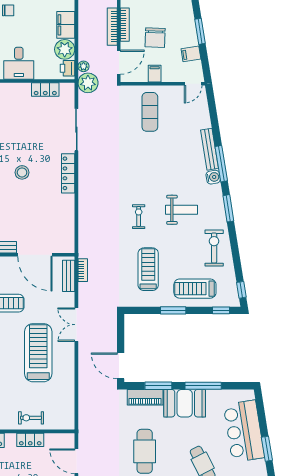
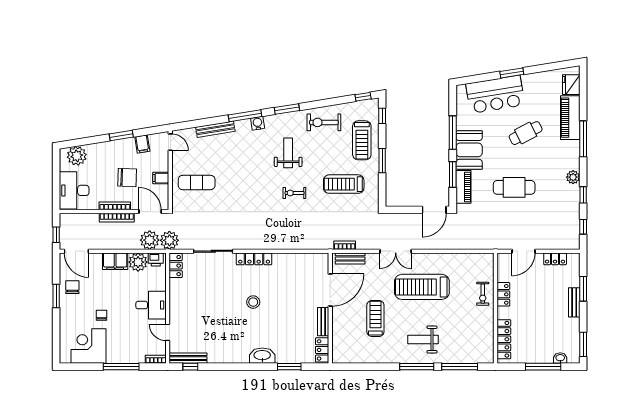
plant: (83, 66) -> (150, 240), width x1.87, depth x1.87
locker: (45, 90) -> (176, 266), moved
bench: (210, 149) -> (215, 129), moved

